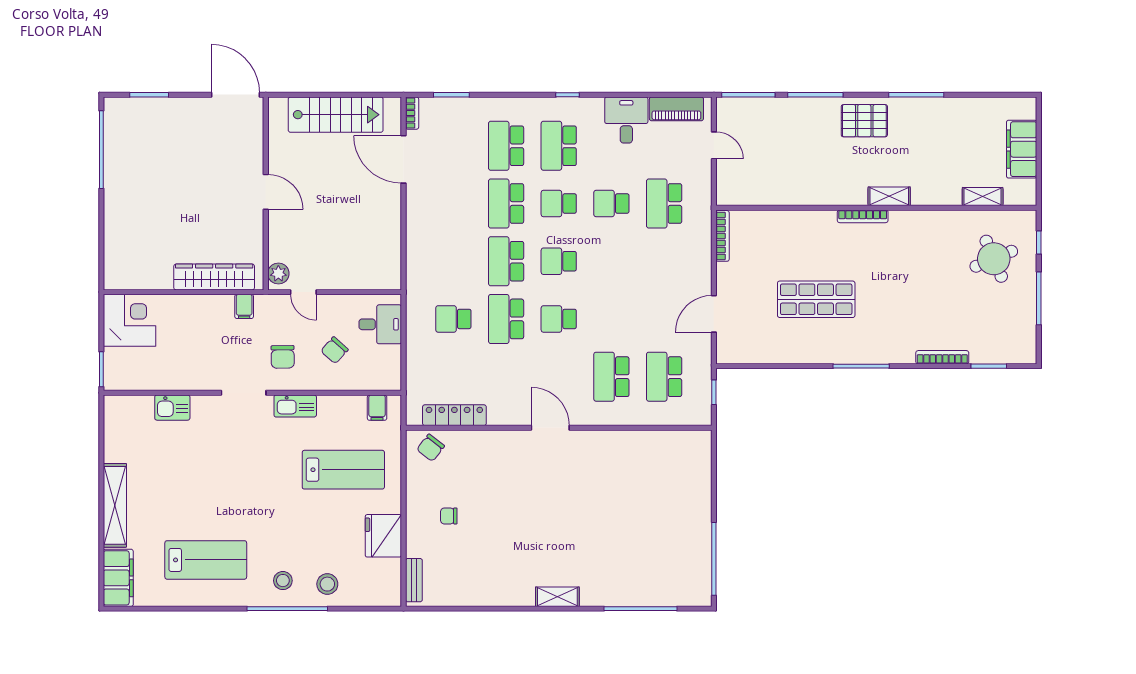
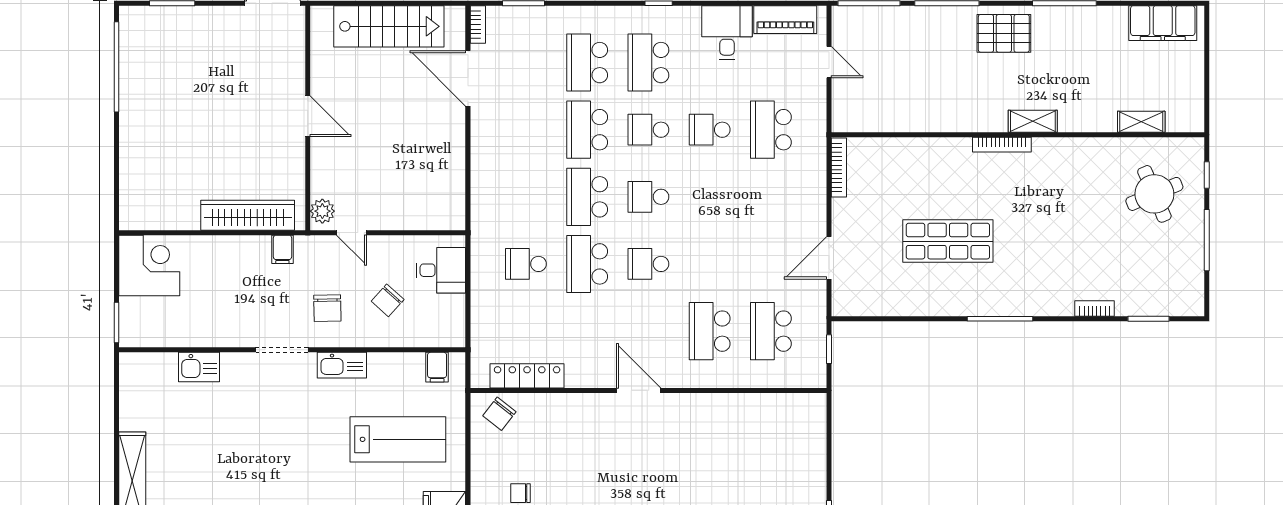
filing cabinet: (1022, 149) -> (1163, 23), moved, turned -90
bookcase: (942, 357) -> (1095, 308), width x0.64

